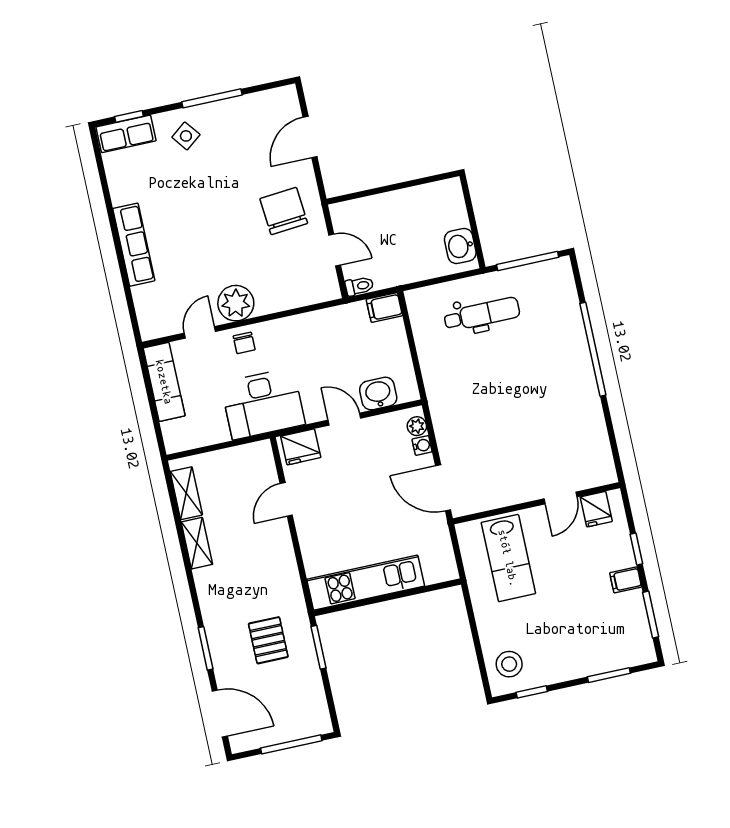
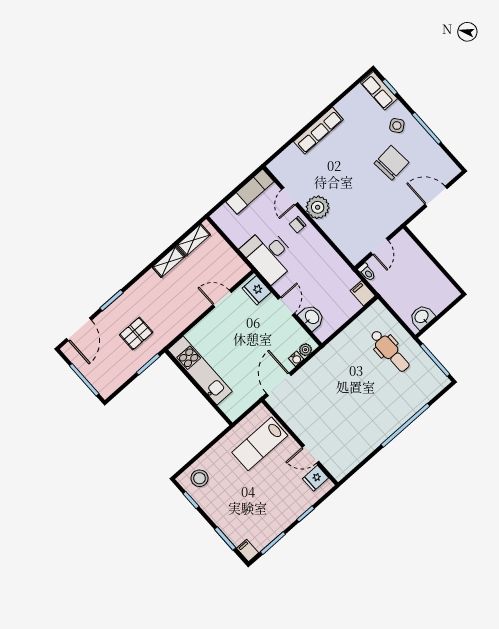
chair: (284, 211) -> (391, 163), moved
door: (200, 332) -> (290, 196), swing flipped
filing cabinet: (626, 580) -> (248, 551), moved

